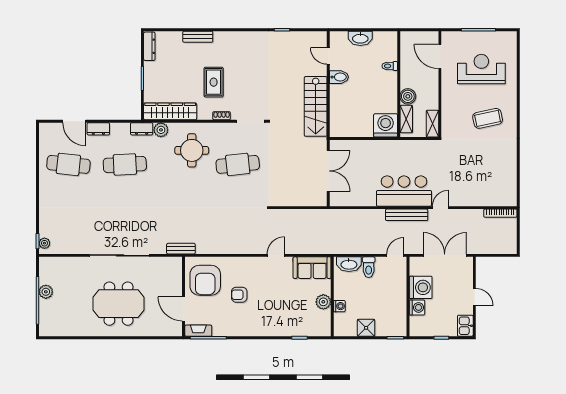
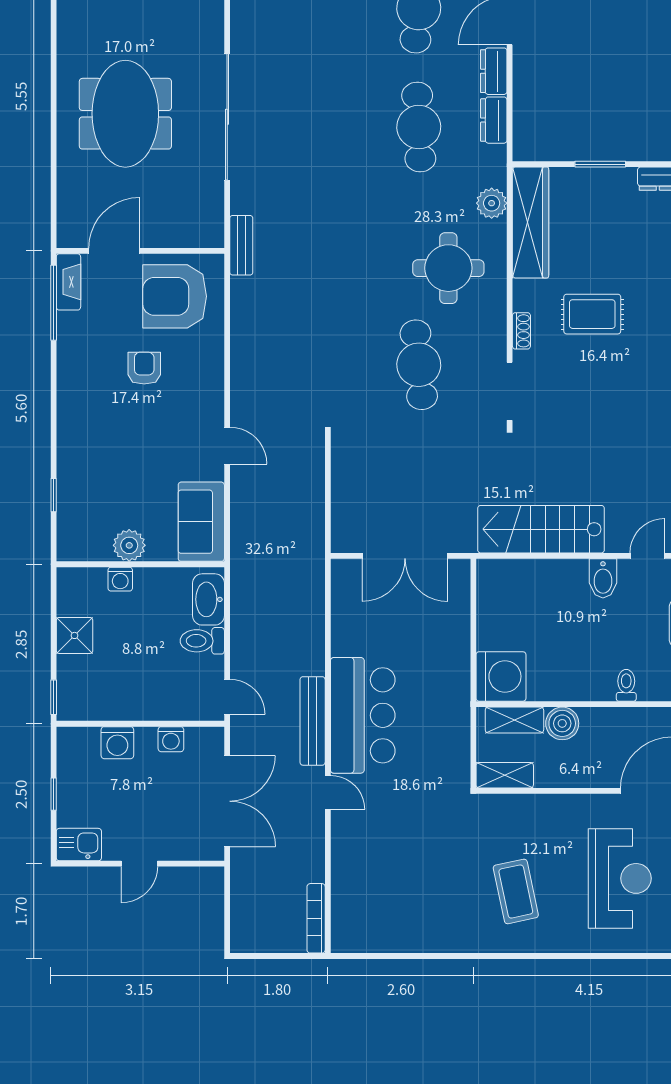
dresser: (142, 129) -> (494, 120), moved
washing machine: (421, 287) -> (171, 739), width x0.53, depth x0.53

